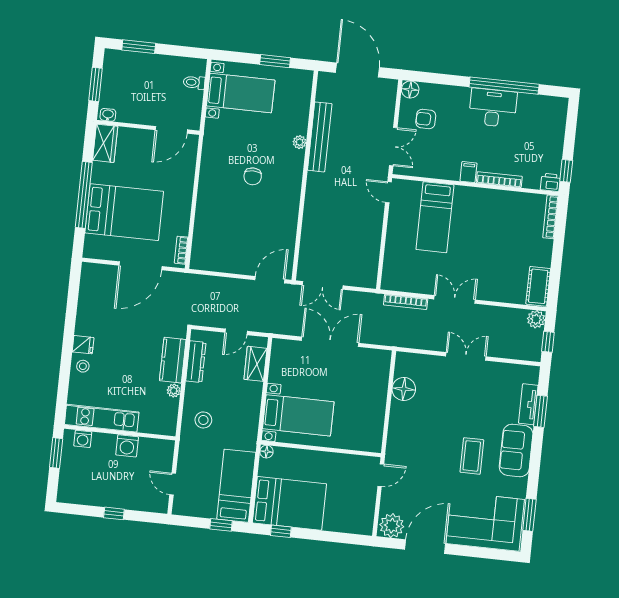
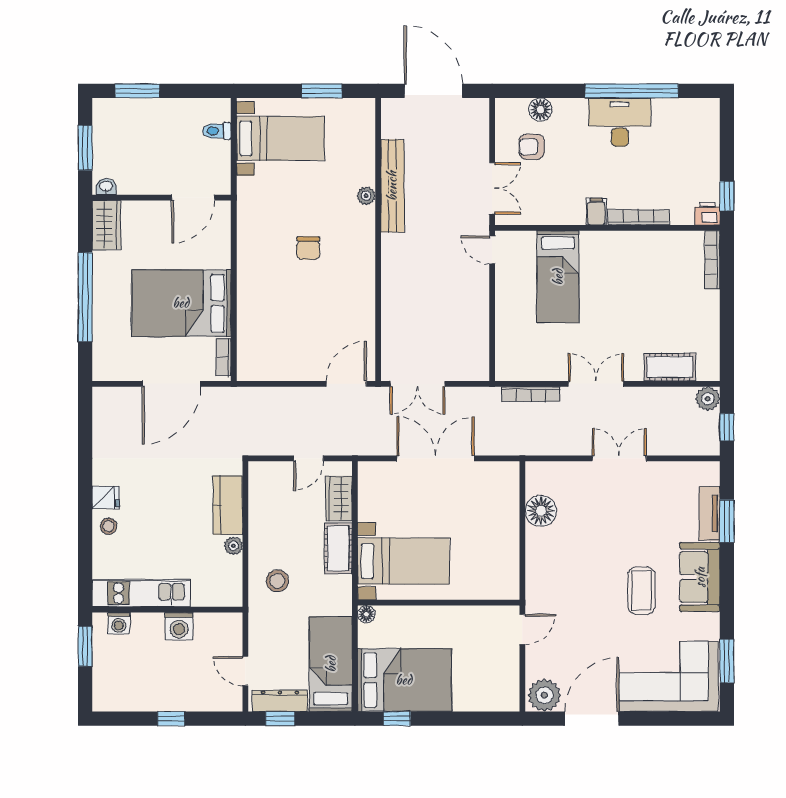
floor lamp: (410, 90) -> (540, 110), moved
bed: (124, 212) -> (181, 303), moved, turned 180
cot: (538, 286) -> (670, 367), moved, turned 90
dresser: (196, 362) -> (280, 701), moved, turned -90
cot: (251, 401) -> (338, 548), added
window: (221, 525) -> (280, 719), moved

